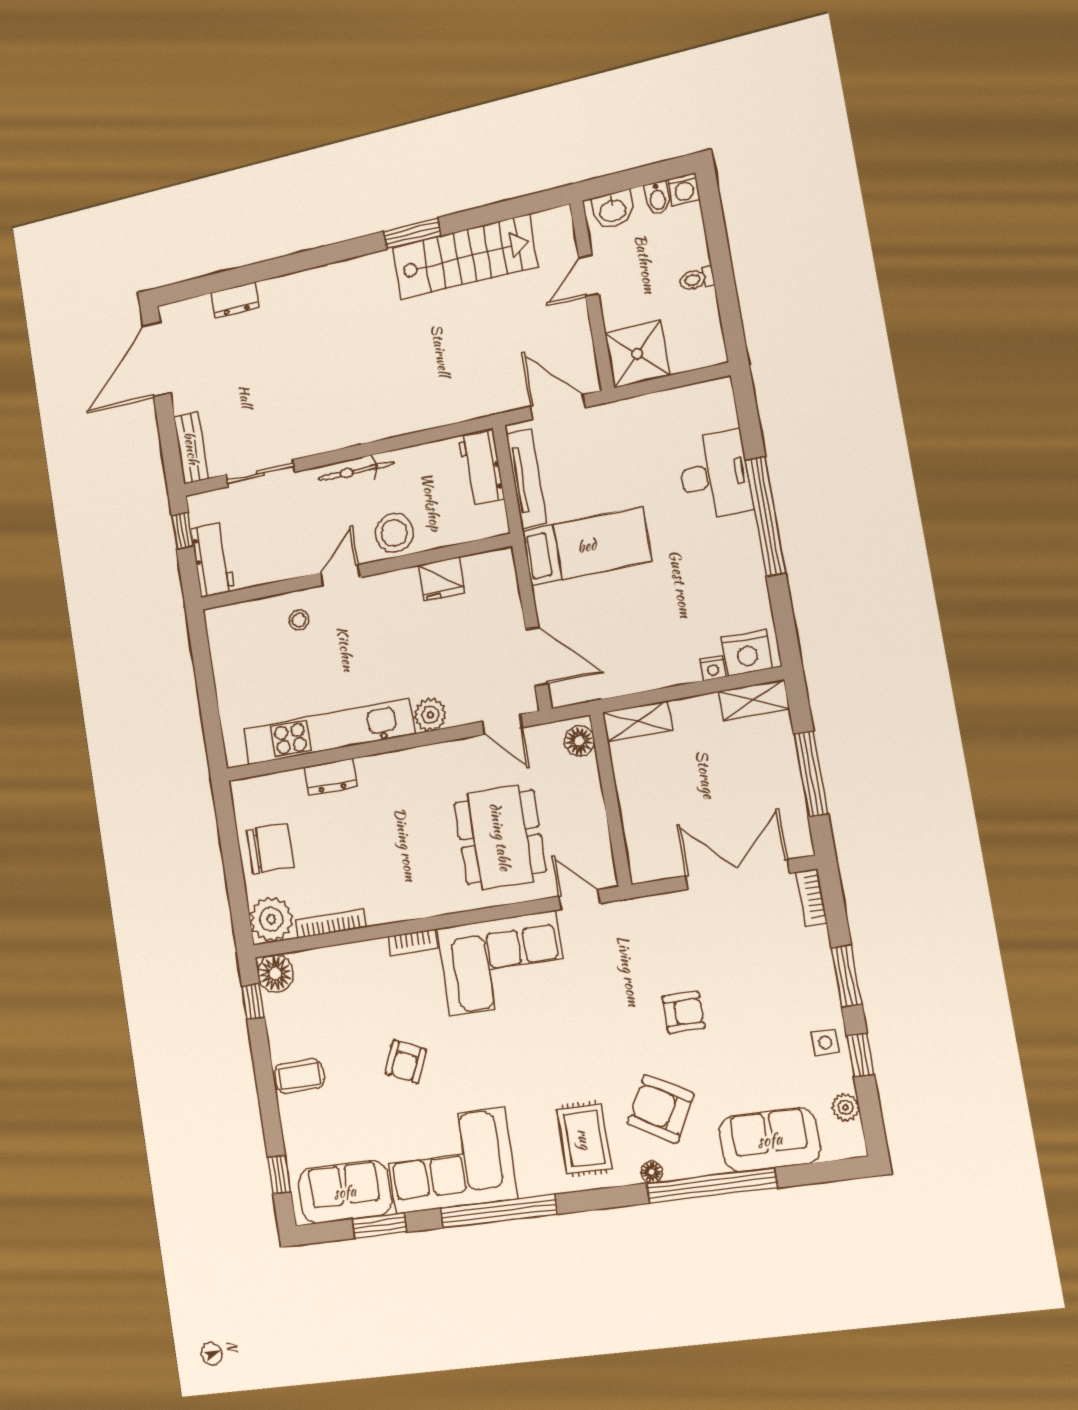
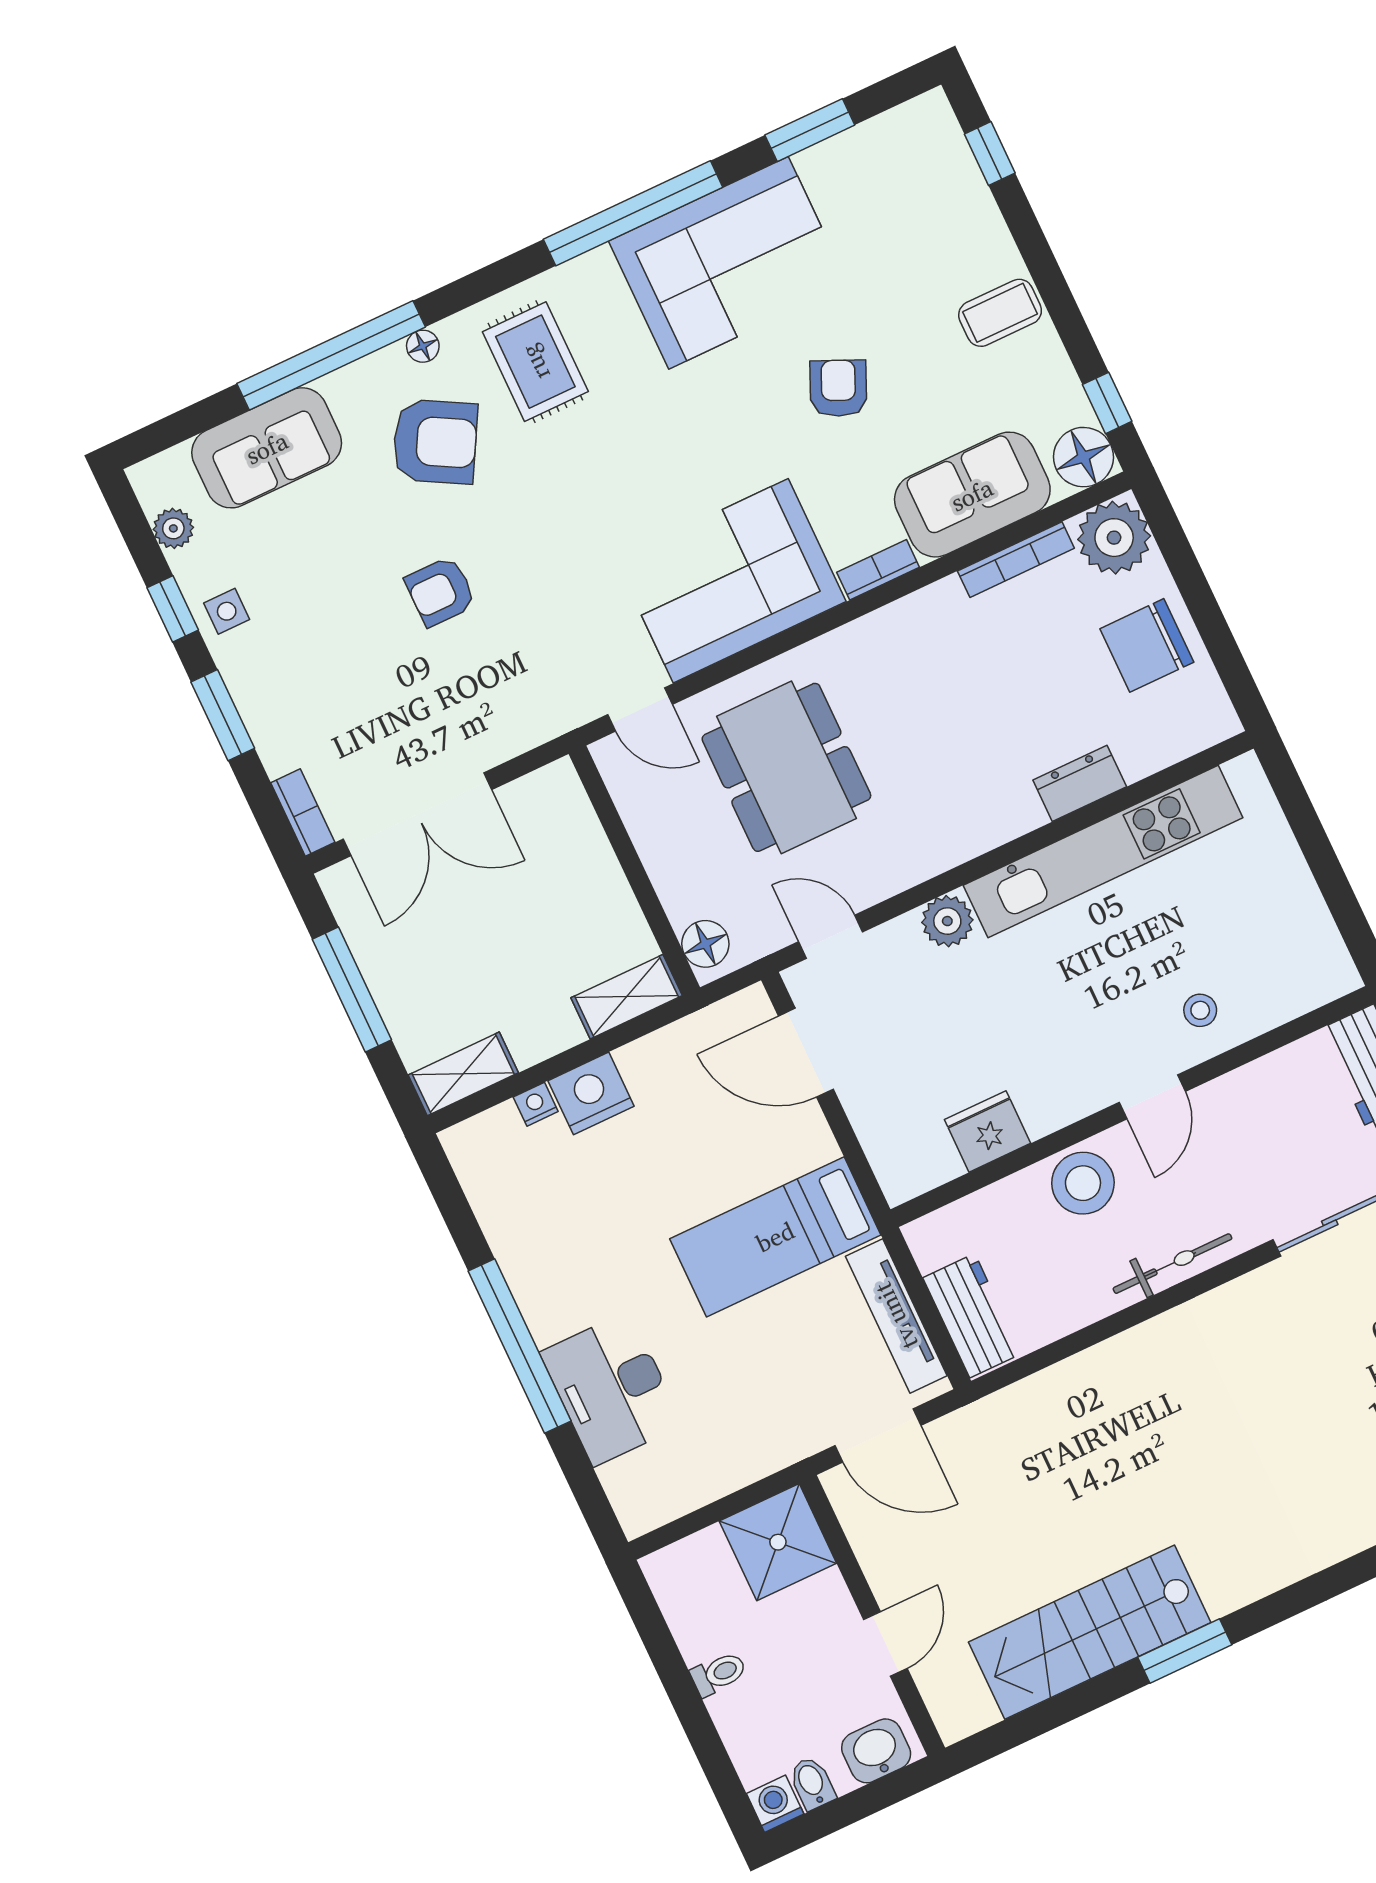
nightstand: (747, 653) -> (591, 1093), moved
sofa: (345, 1192) -> (972, 495), moved, turned 180

